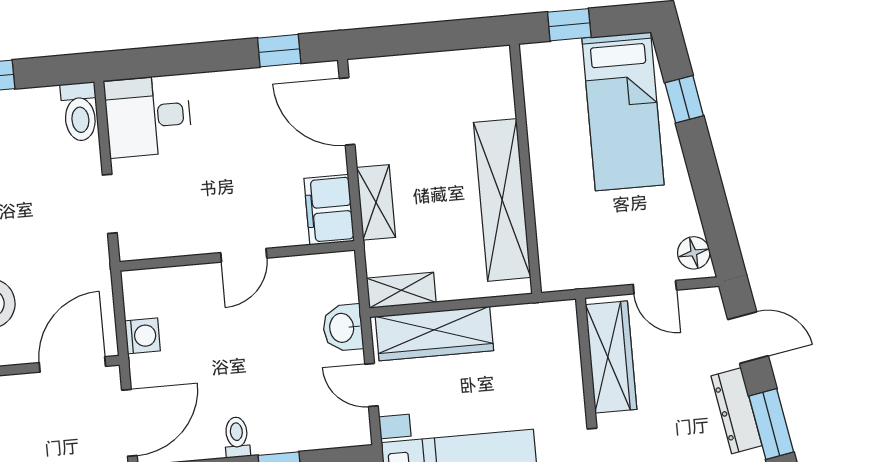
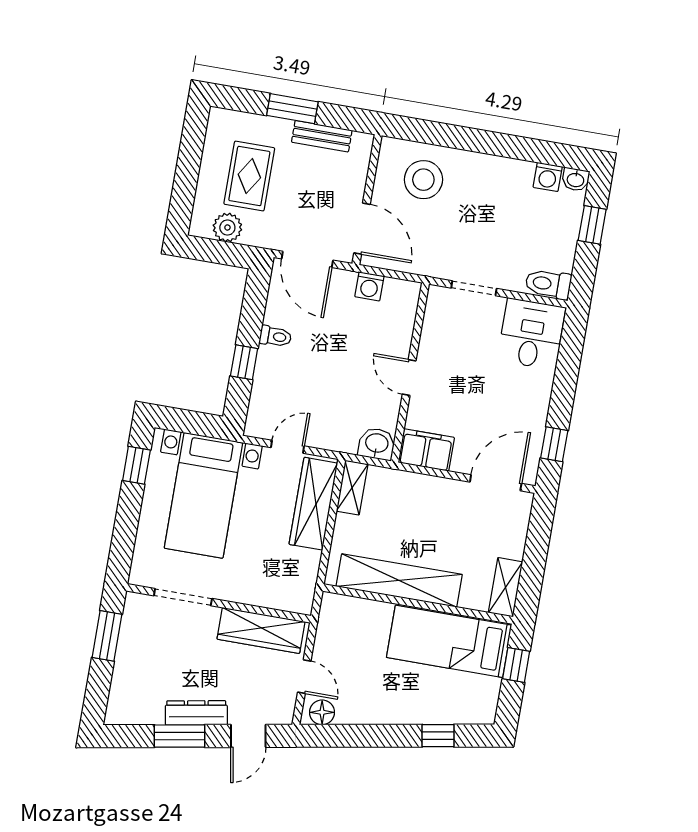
bed: (623, 111) -> (449, 641), moved
shelving: (376, 202) -> (505, 587), moved, turned 90
door: (655, 287) -> (304, 677), swing flipped
washbasin: (343, 328) -> (377, 444), moved

